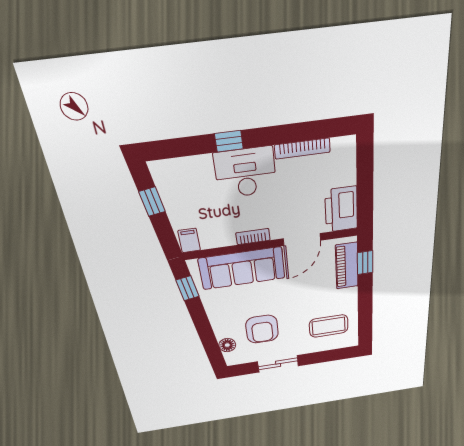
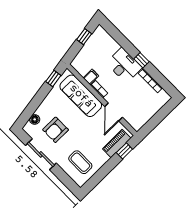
window: (229, 141) -> (142, 60), moved
printer: (341, 209) -> (139, 118), removed
filing cabinet: (189, 240) -> (91, 77), moved
door: (302, 240) -> (114, 112), hinge flipped
sliding door: (278, 364) -> (41, 154), width x1.37

